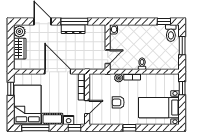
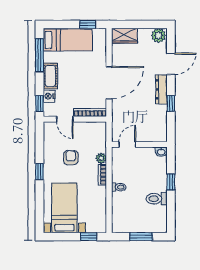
window: (74, 22) -> (171, 103), width x0.46
window: (164, 22) -> (171, 182), moved
dresser: (73, 29) -> (161, 89), moved
toilet: (171, 33) -> (157, 199), moved
wardrobe: (20, 49) -> (124, 36), moved
door: (108, 57) -> (127, 144), swing flipped
bed: (28, 105) -> (68, 40), width x0.67

